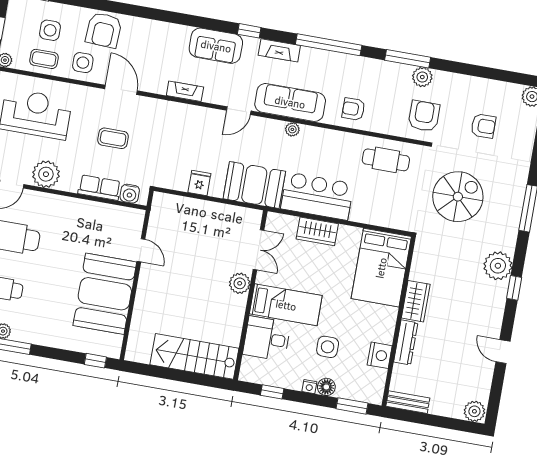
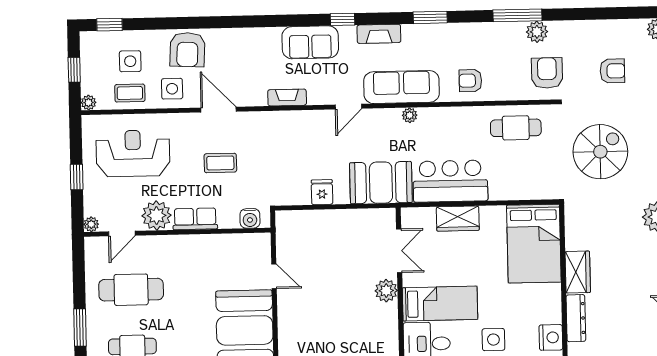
window: (329, 45) -> (430, 17), width x0.47
row of seats: (99, 188) -> (195, 219), moved

